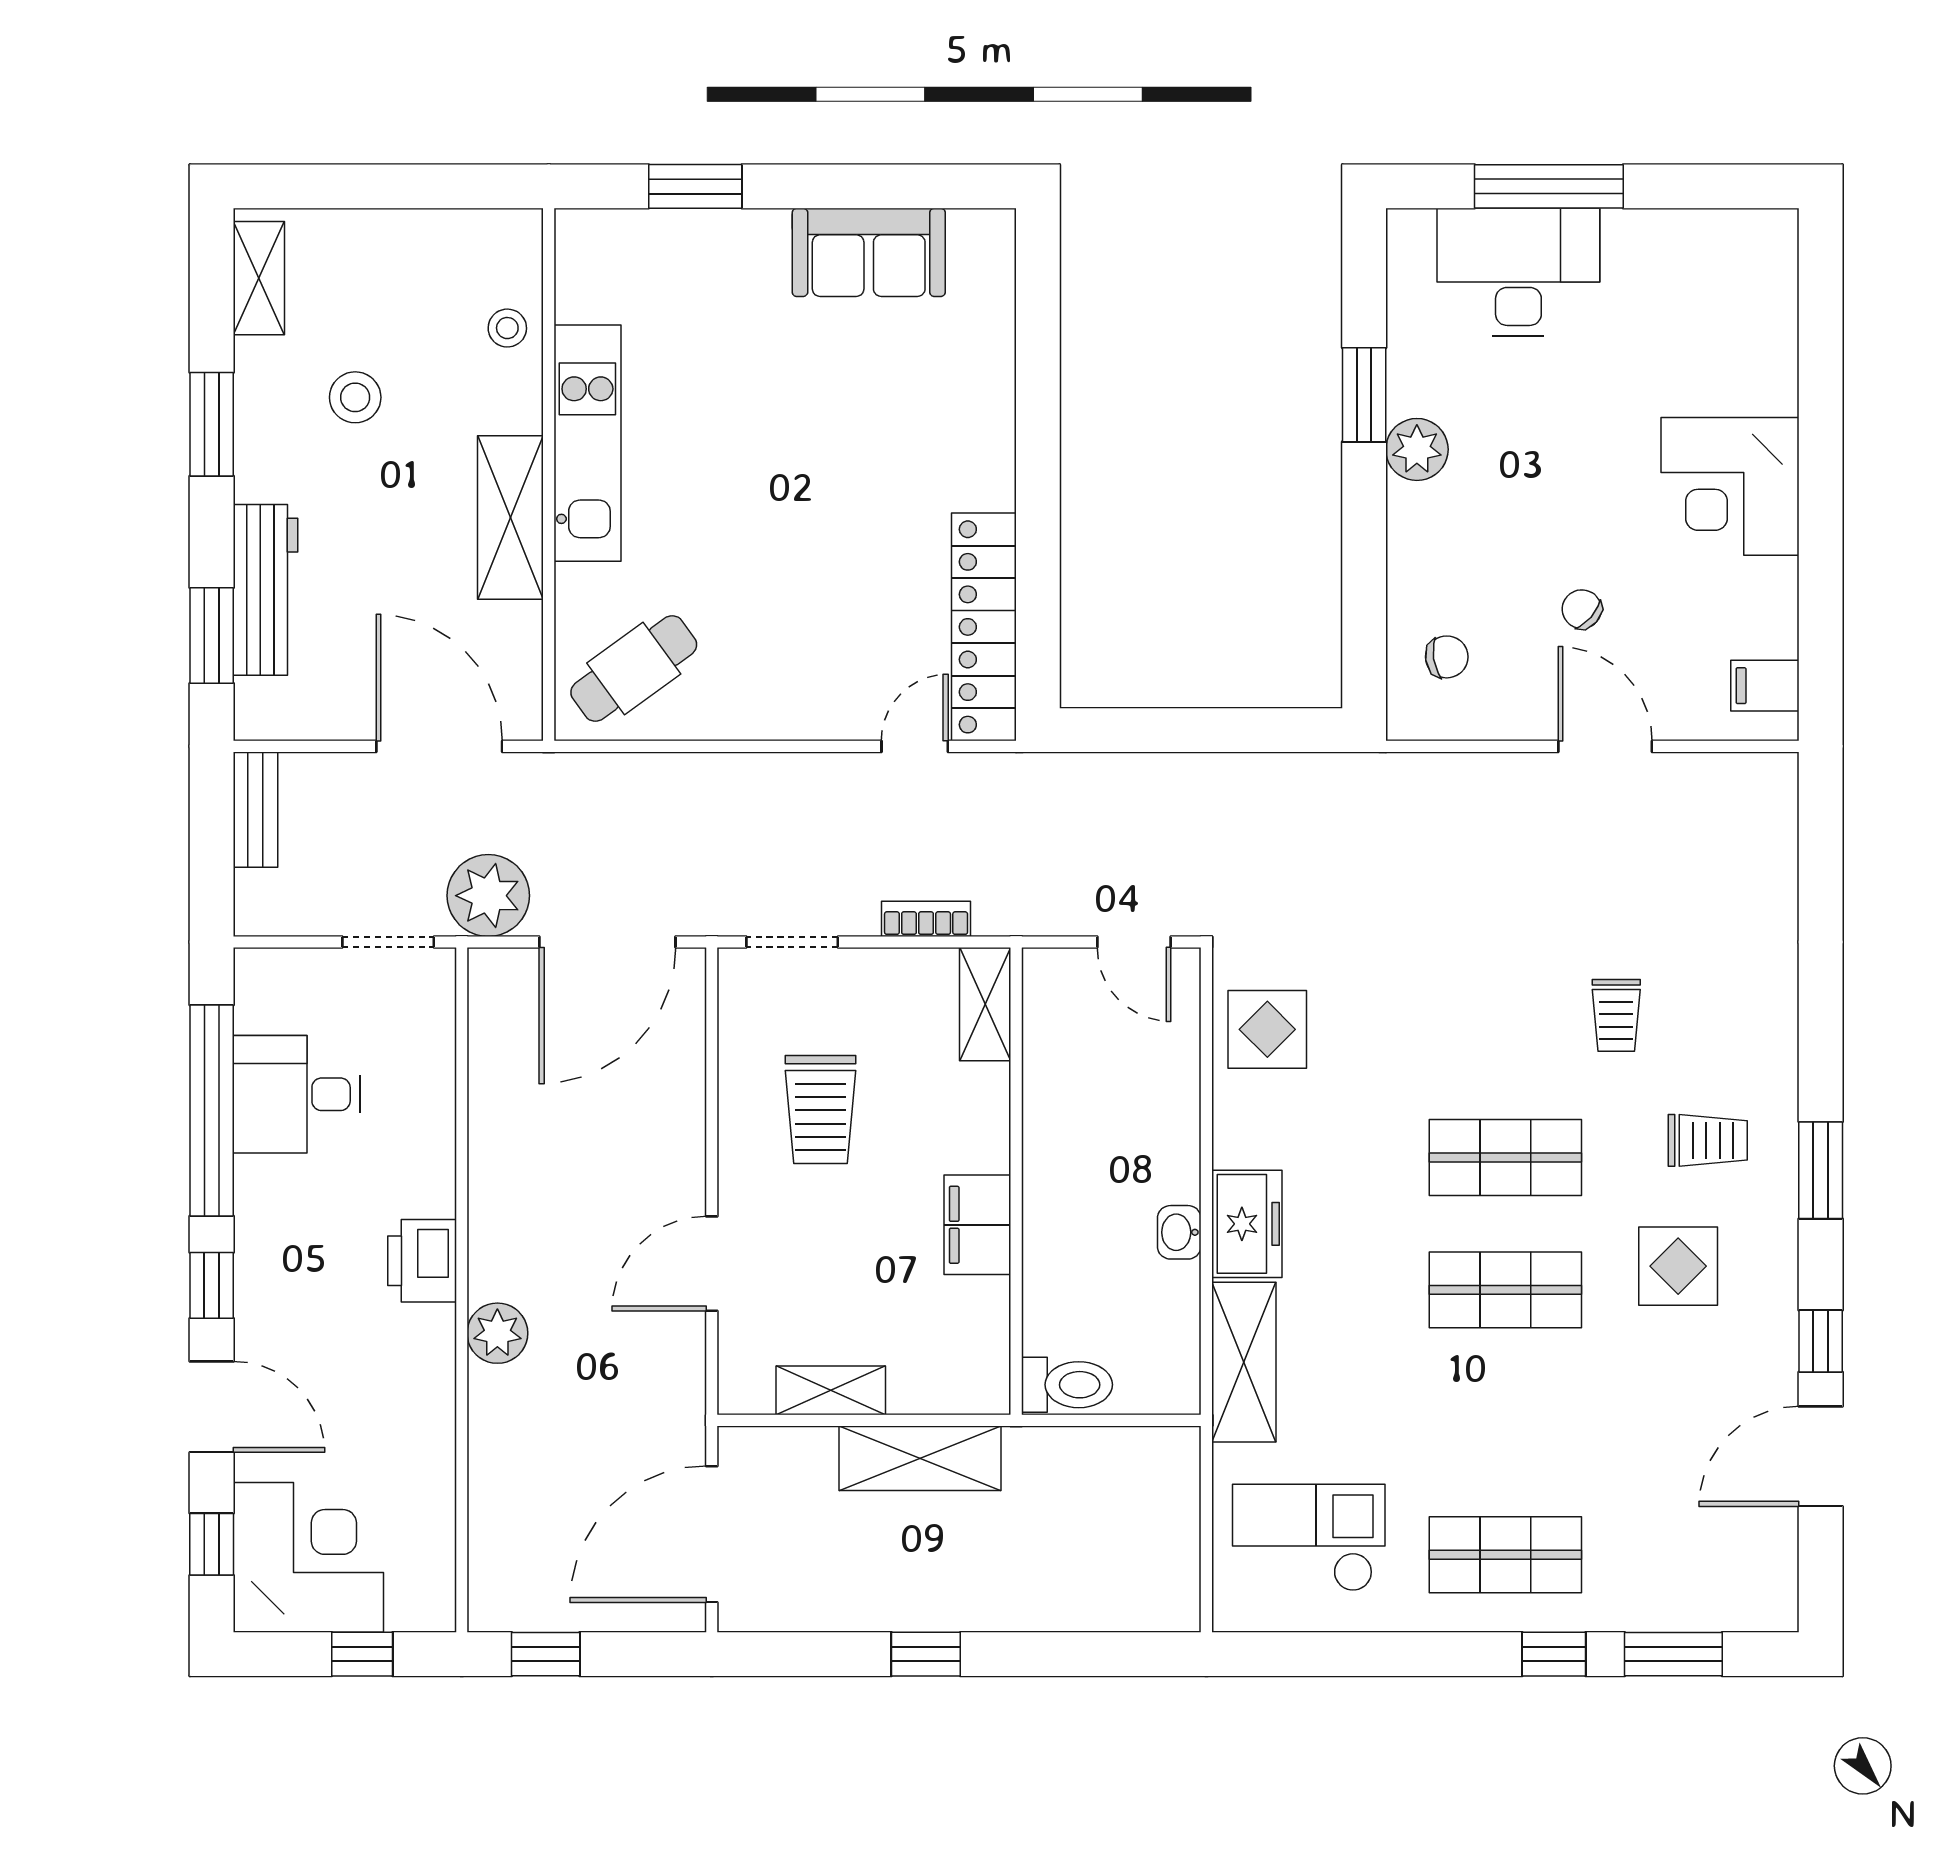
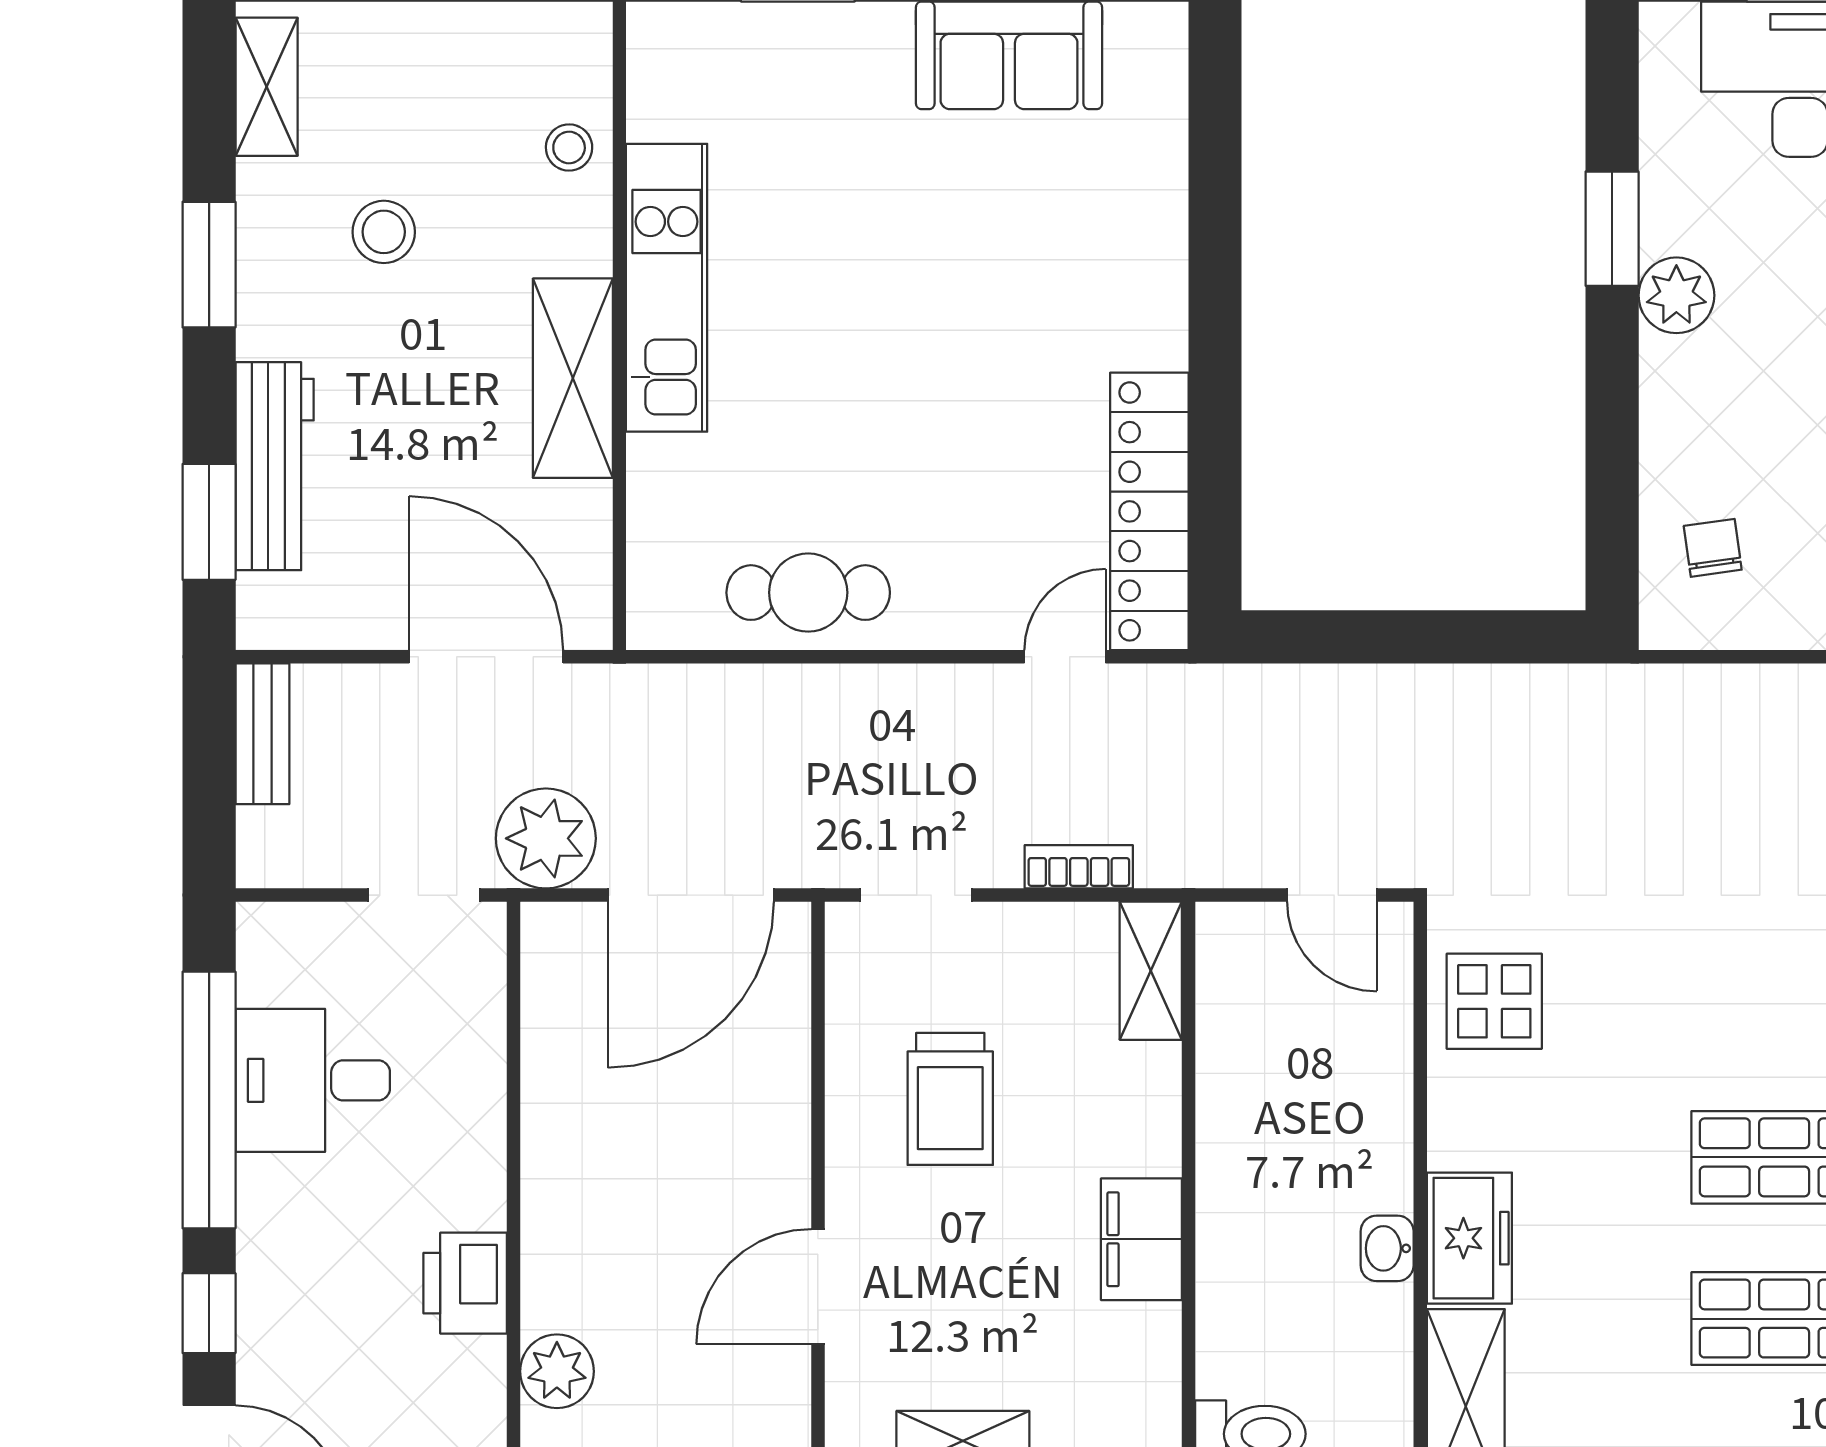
chair: (1447, 657) -> (1713, 548), turned -89
cafe table: (634, 668) -> (808, 593), moved, turned 36

